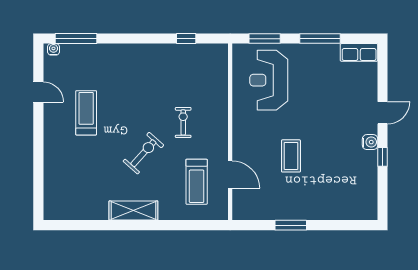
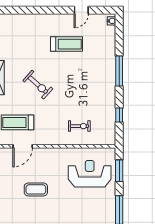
window: (76, 39) -> (119, 71), moved
exercise bike: (183, 122) -> (79, 126), moved

